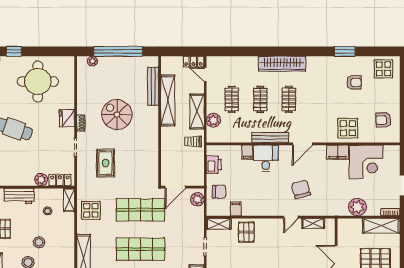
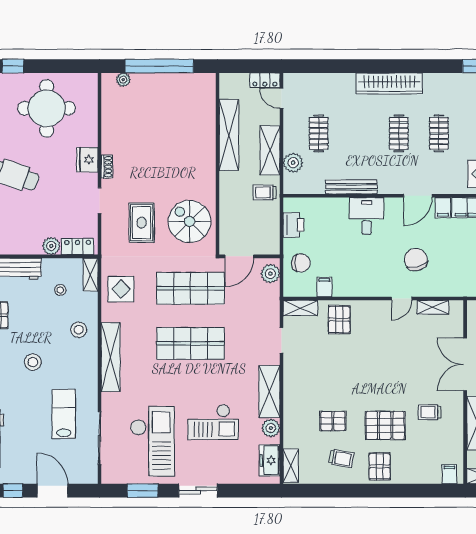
bench: (153, 86) -> (208, 115), removed
clothes rail: (260, 99) -> (439, 133), moved
spiral stairs: (117, 115) -> (190, 221), moved
bench: (270, 138) -> (351, 187), moved
filing cabinet: (247, 152) -> (443, 208), moved
stool: (39, 242) -> (79, 330), moved

